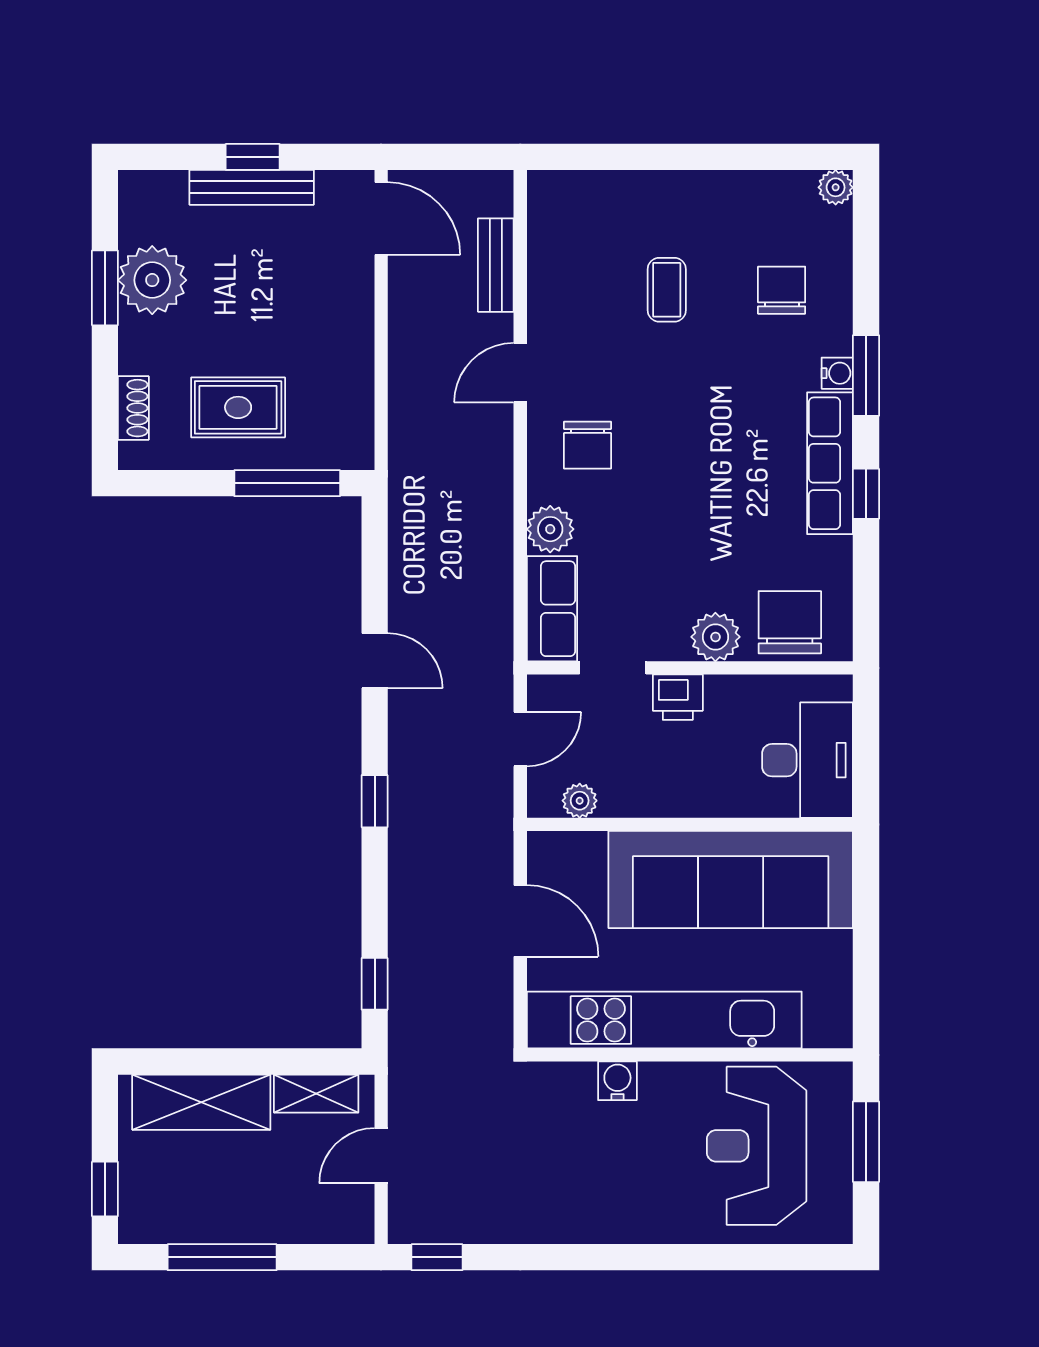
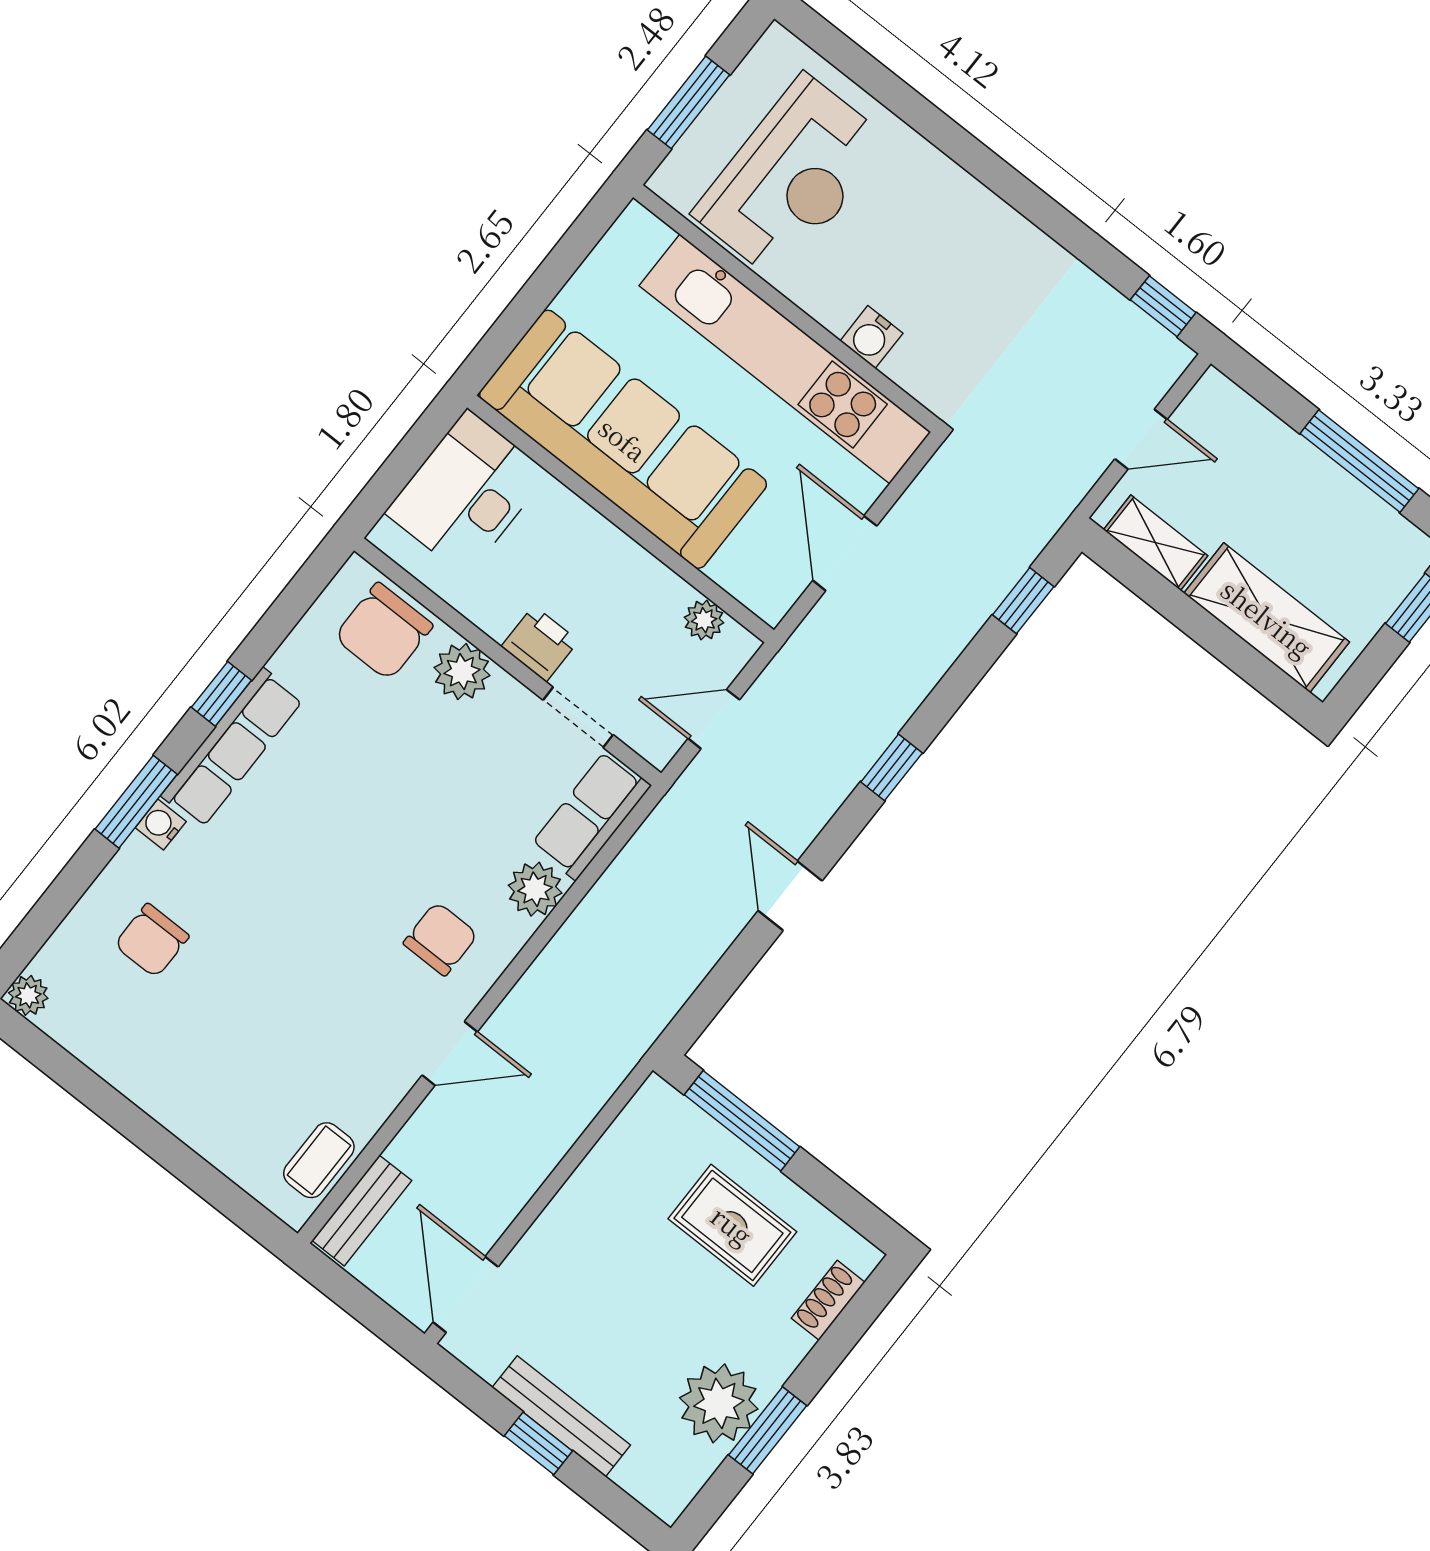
bench: (496, 265) -> (362, 1211), moved
coffee table: (667, 290) -> (319, 1160), moved

